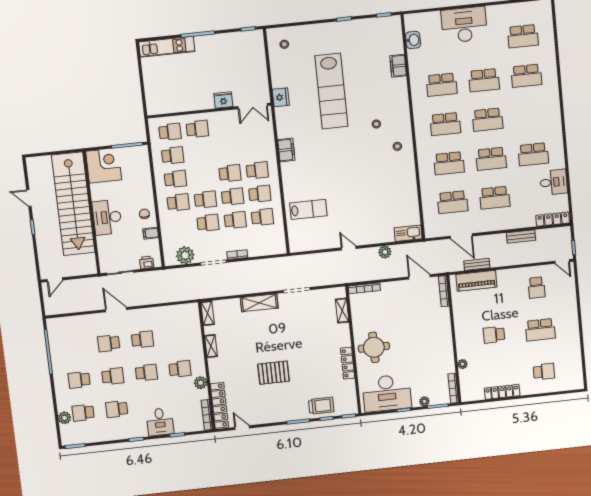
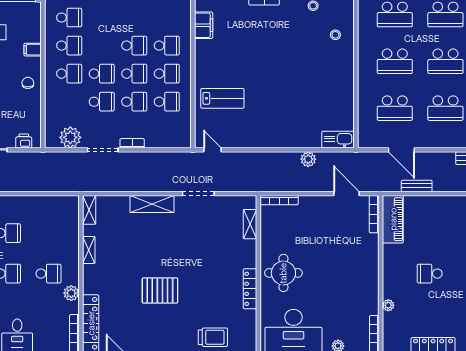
filing cabinet: (151, 233) -> (33, 50), moved
door: (349, 248) -> (212, 150), moved
piano: (476, 281) -> (393, 219), moved, turned -90

